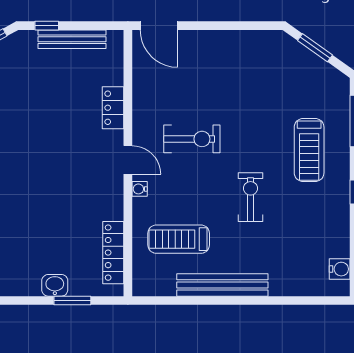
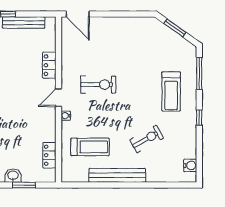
door: (128, 160) -> (58, 98), swing flipped
exercise bike: (250, 197) -> (147, 139), moved, turned 61
treadmill: (179, 239) -> (90, 147), turned 180
locker: (113, 253) -> (49, 155), width x0.66

